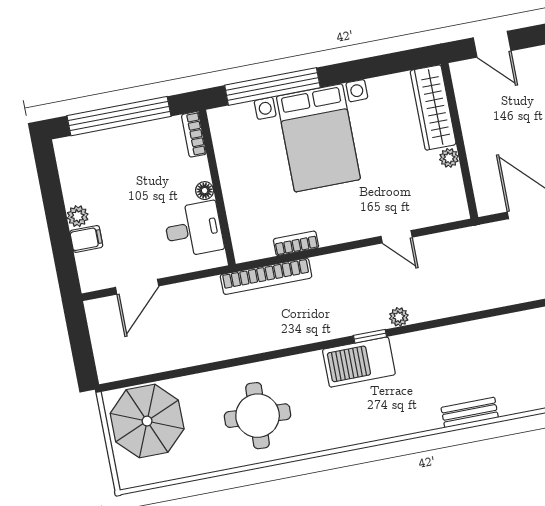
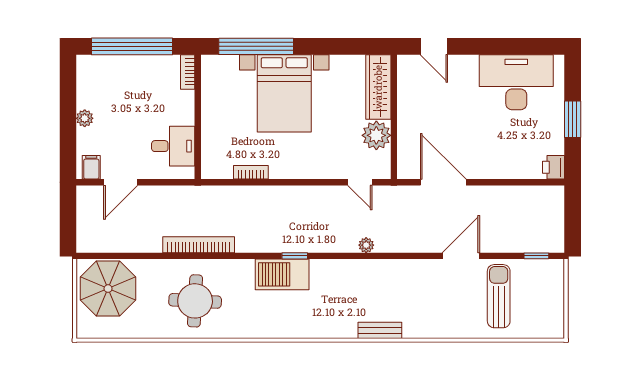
plant: (449, 158) -> (376, 135), width x1.88, depth x1.88
floor lamp: (205, 191) -> (188, 117), removed
door: (397, 237) -> (360, 182), moved
filing cabinet: (86, 239) -> (91, 167), moved, turned -90
bookcase: (266, 276) -> (199, 245), moved, turned 180
plant: (399, 317) -> (366, 245), moved
bench: (470, 412) -> (380, 330), moved

